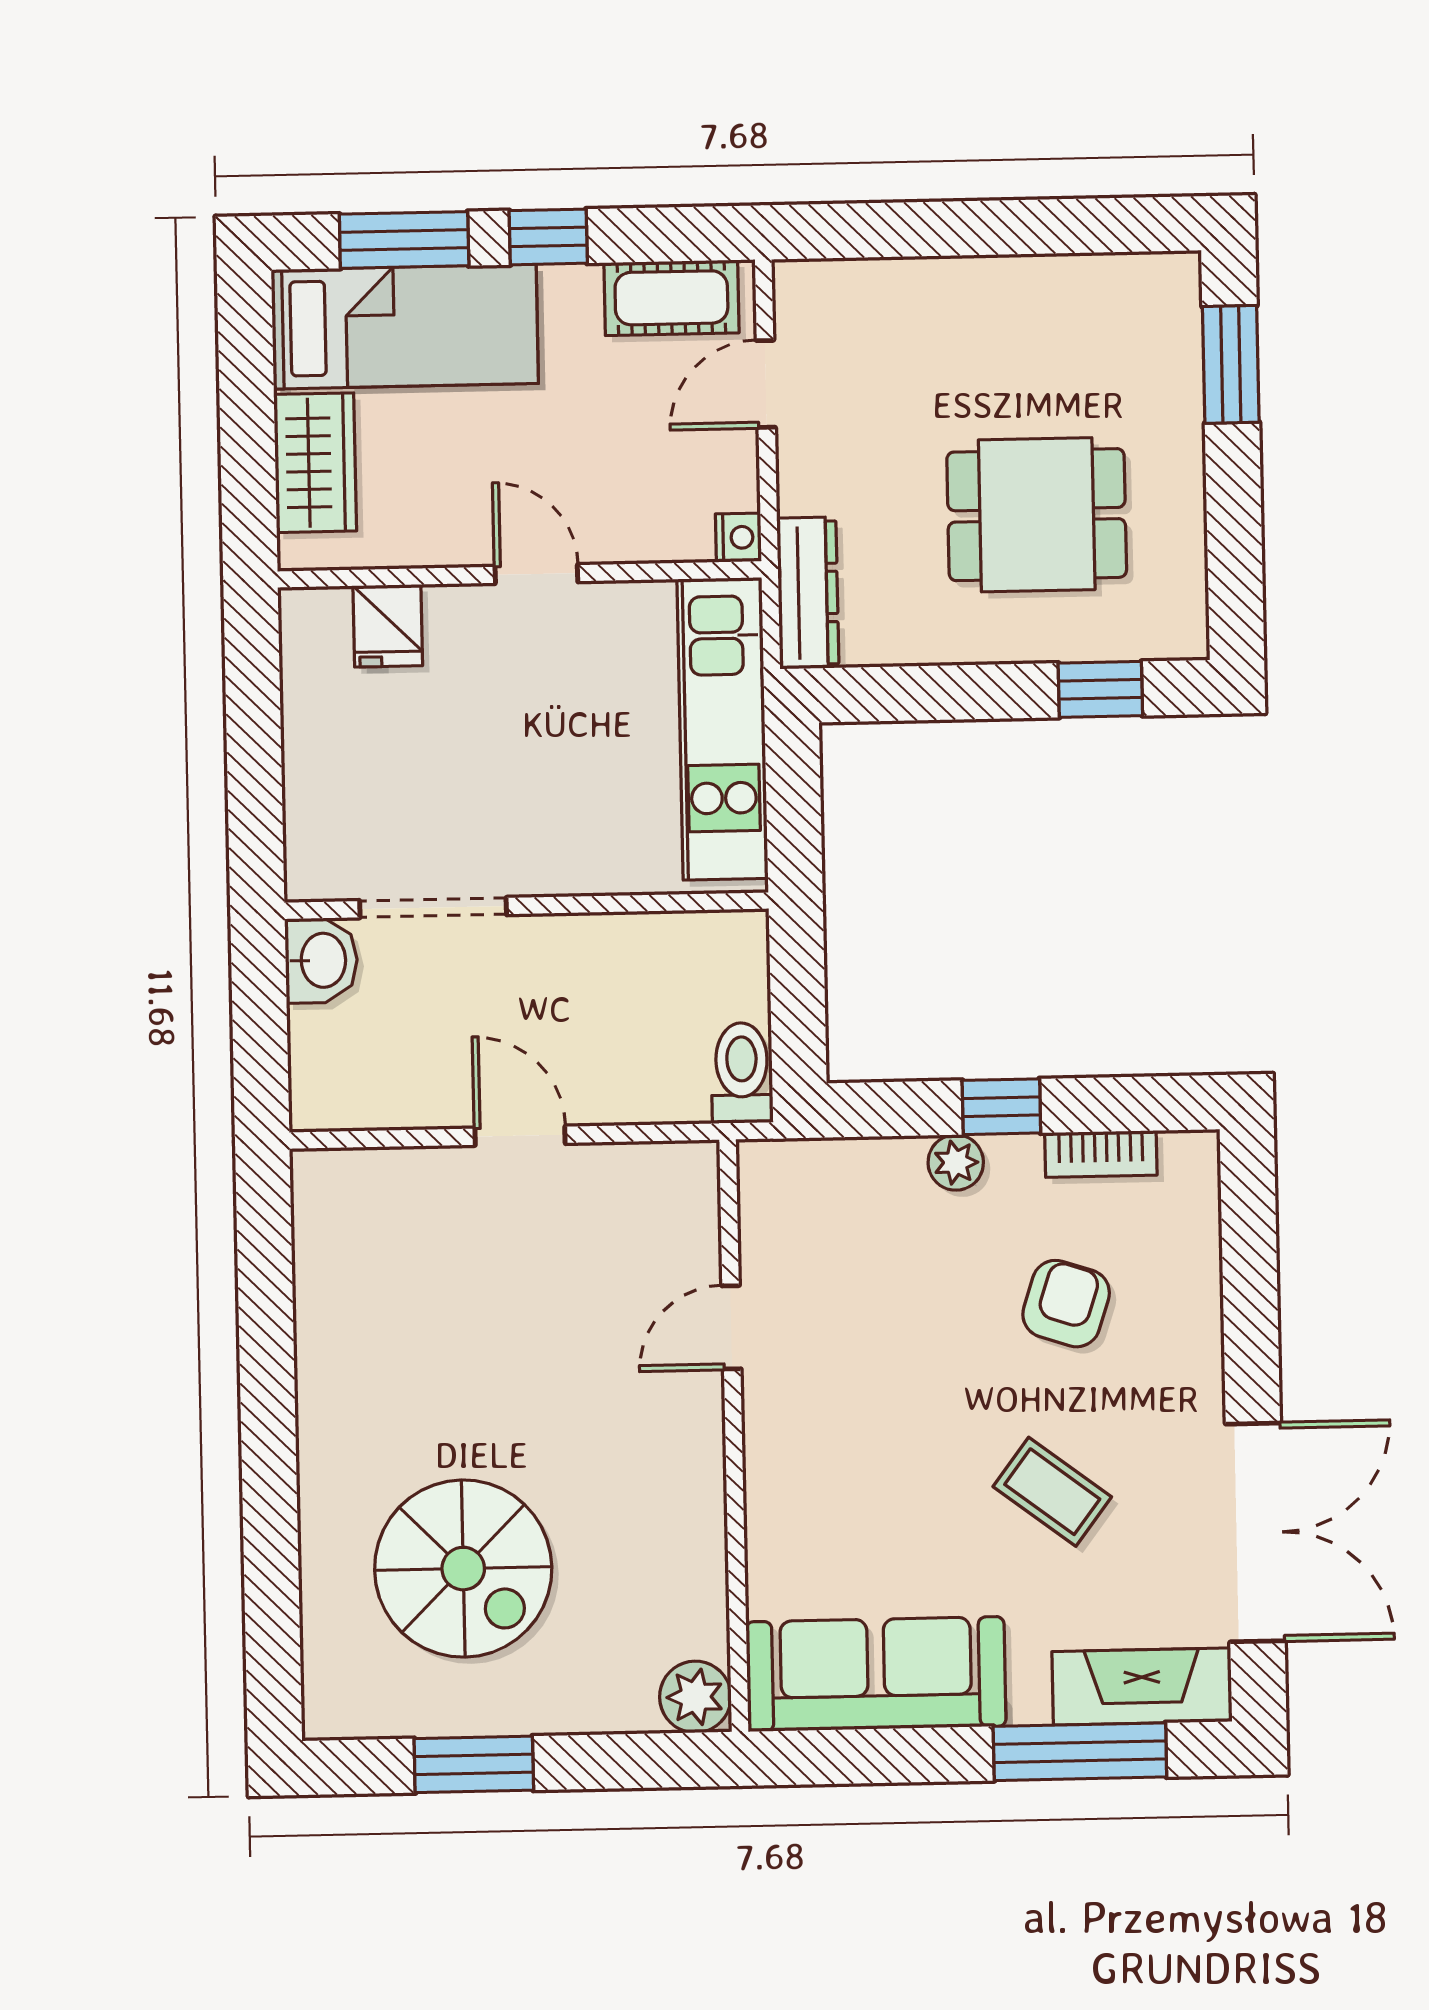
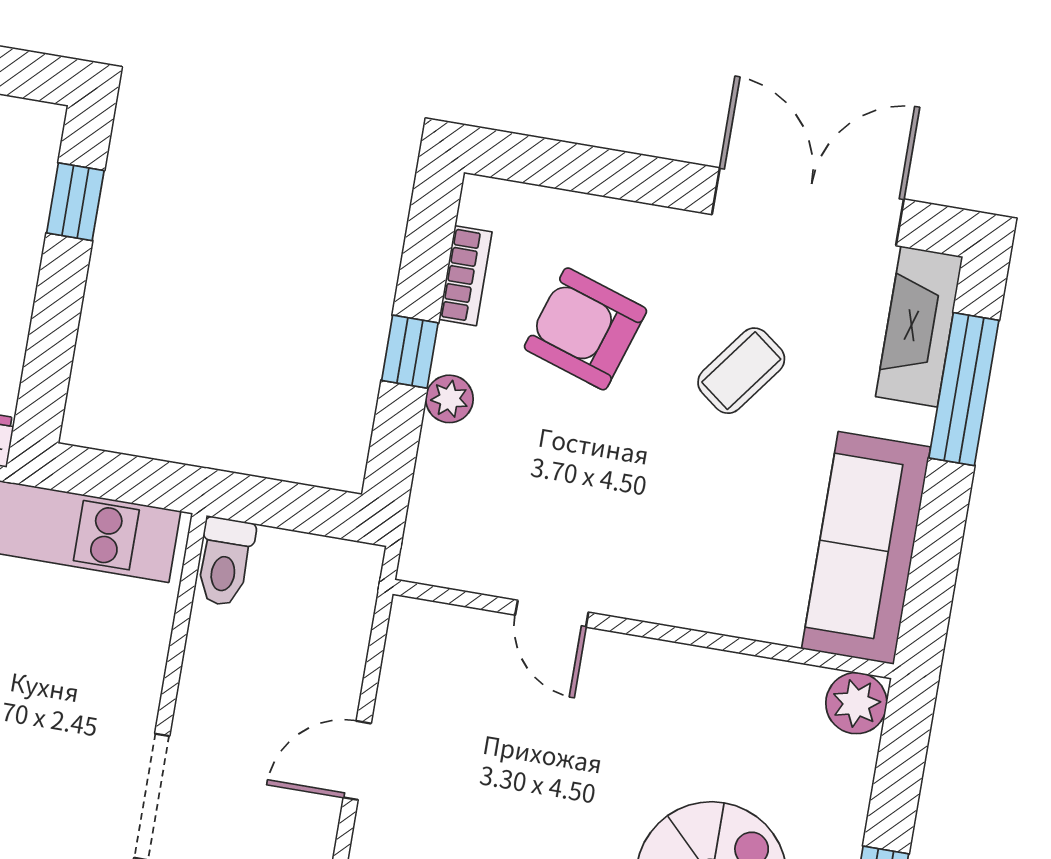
toilet: (742, 1073) -> (225, 562), moved, turned -90
armchair: (1066, 1304) -> (585, 329), width x1.38, depth x1.38

